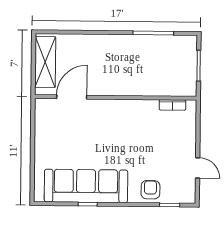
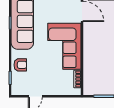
corner sofa: (124, 124) -> (64, 46), added

